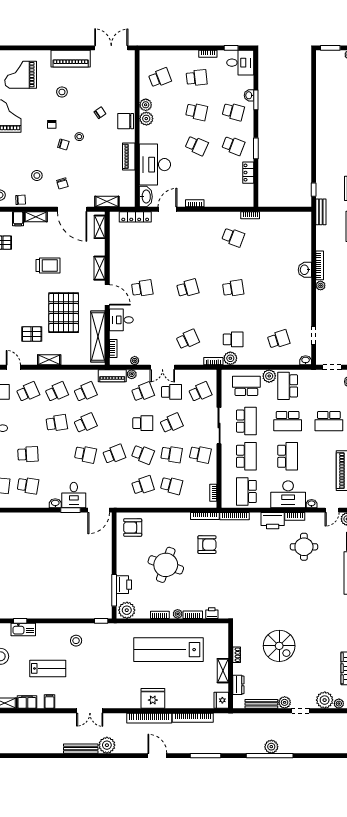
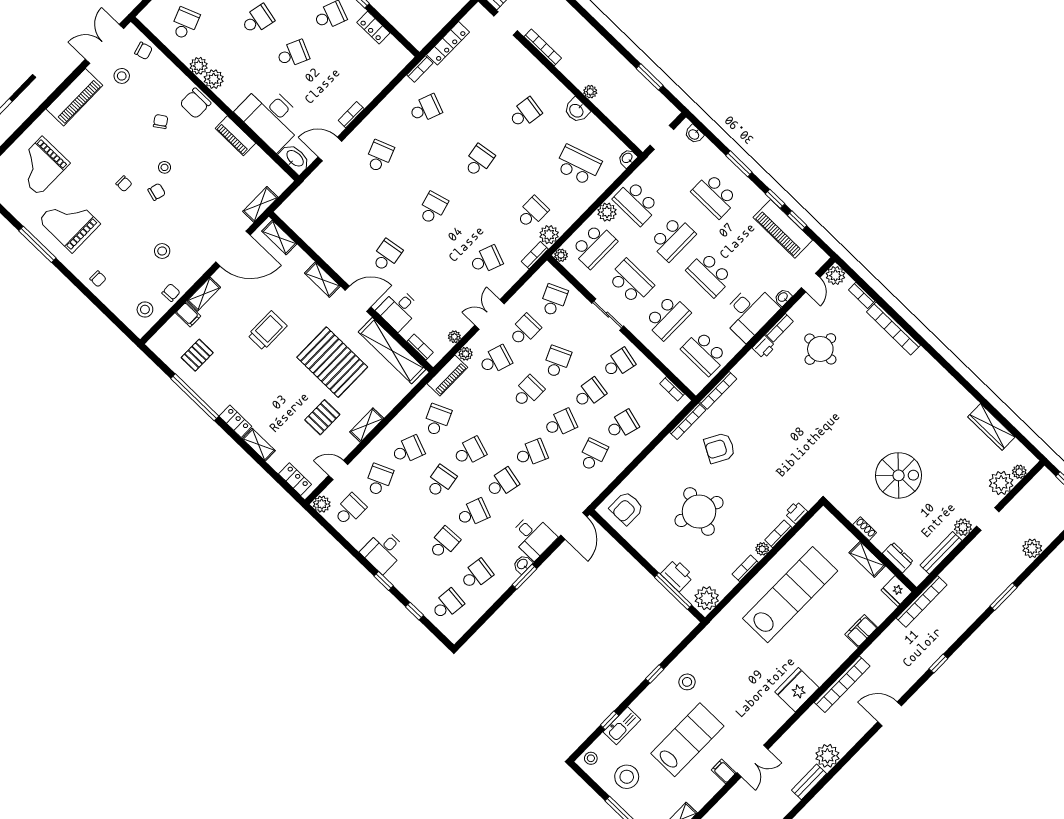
stool: (62, 92) -> (122, 76), moved
chair: (62, 183) -> (143, 51), moved
door: (167, 209) -> (330, 149), hinge flipped
locker: (135, 217) -> (448, 43), moved
school desk: (188, 237) -> (379, 156), added
washbasin: (305, 270) -> (577, 110), moved
plant: (321, 286) -> (590, 92), moved
school desk: (279, 288) -> (525, 113), added
doorway: (314, 336) -> (506, 23), moved
school desk: (188, 339) -> (486, 260), turned 45
school desk: (279, 339) -> (578, 165), width x1.85
double door: (162, 367) -> (489, 314), swing flipped
plant: (226, 374) -> (561, 255), added
school desk: (246, 386) -> (594, 246), turned 180
school desk: (57, 392) -> (408, 450), turned 45
school desk: (143, 392) -> (495, 360), turned 39
school desk: (329, 421) -> (715, 196), turned 90
school desk: (85, 423) -> (470, 452), turned 42
sliding door: (219, 426) -> (608, 315), width x0.73
school desk: (57, 454) -> (473, 513), added
school desk: (114, 454) -> (531, 453), turned 45
school desk: (246, 456) -> (668, 317), turned 90
school desk: (288, 456) -> (709, 274), turned 180
window: (70, 510) -> (525, 577), moved
printer: (273, 521) -> (764, 347), width x0.53, depth x0.68
armchair: (207, 545) -> (720, 448), turned -151
window: (101, 621) -> (655, 674), moved
lab bench: (169, 650) -> (790, 595), turned 180
lab bench: (48, 668) -> (687, 740), width x1.36, depth x1.39
fridge: (153, 698) -> (797, 690), moved
filing cabinet: (27, 702) -> (861, 631), moved
double door: (90, 711) -> (752, 761), moved
bookcase: (193, 718) -> (922, 601), moved
plant: (271, 747) -> (1032, 548), moved
bench: (81, 749) -> (809, 782), width x0.73
window: (206, 756) -> (938, 664), width x0.46
window: (270, 756) -> (1004, 597), width x0.47

